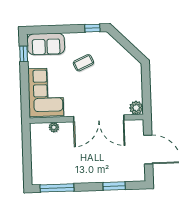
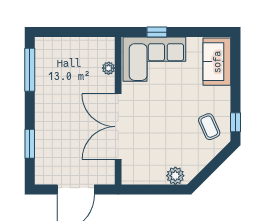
window: (24, 54) -> (157, 32), moved
coffee table: (83, 63) -> (209, 127), moved
plant: (136, 108) -> (175, 176), moved

